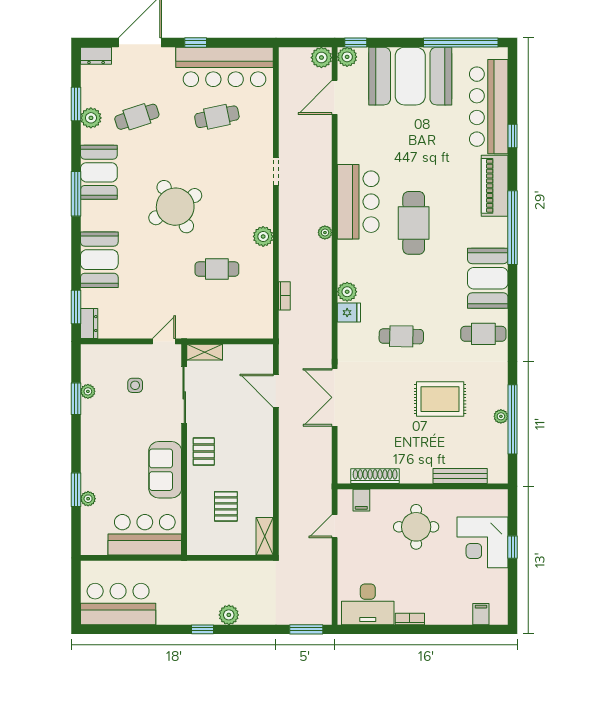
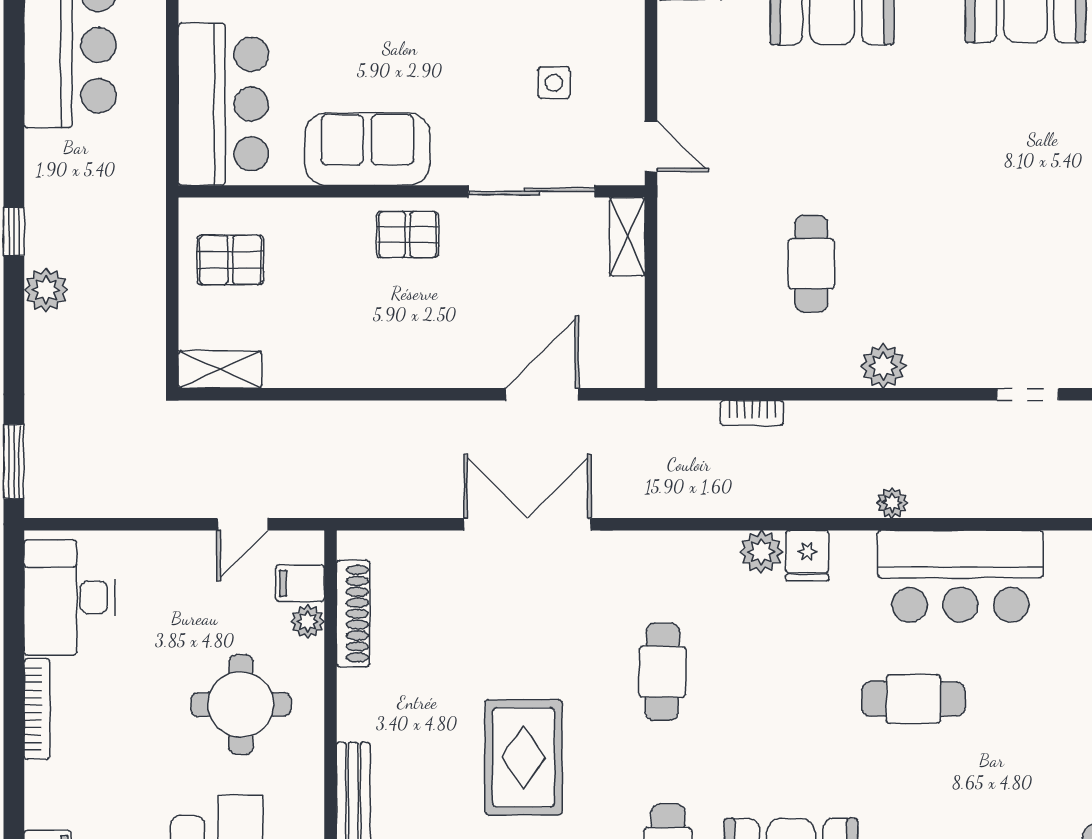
round table: (175, 207) -> (949, 171), removed
cafe table: (414, 223) -> (913, 699), width x0.73, depth x0.74
fridge: (349, 313) -> (807, 556), moved
plant: (379, 497) -> (308, 622), added
pallet: (226, 506) -> (230, 260), moved
door: (335, 526) -> (242, 524), swing flipped
bookcase: (410, 619) -> (37, 709), width x1.56

